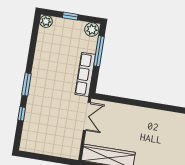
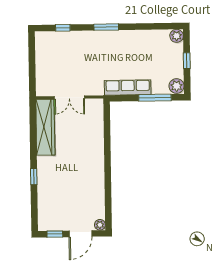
window: (22, 114) -> (63, 28), moved
double door: (87, 116) -> (69, 97), moved

